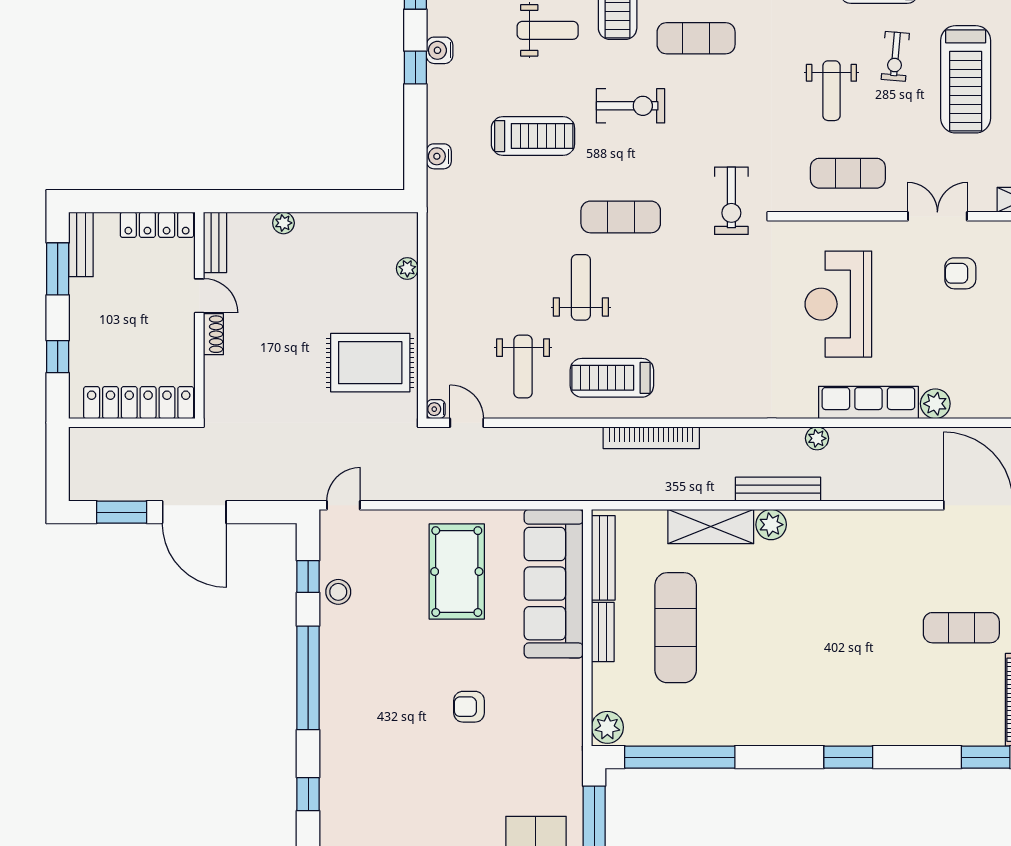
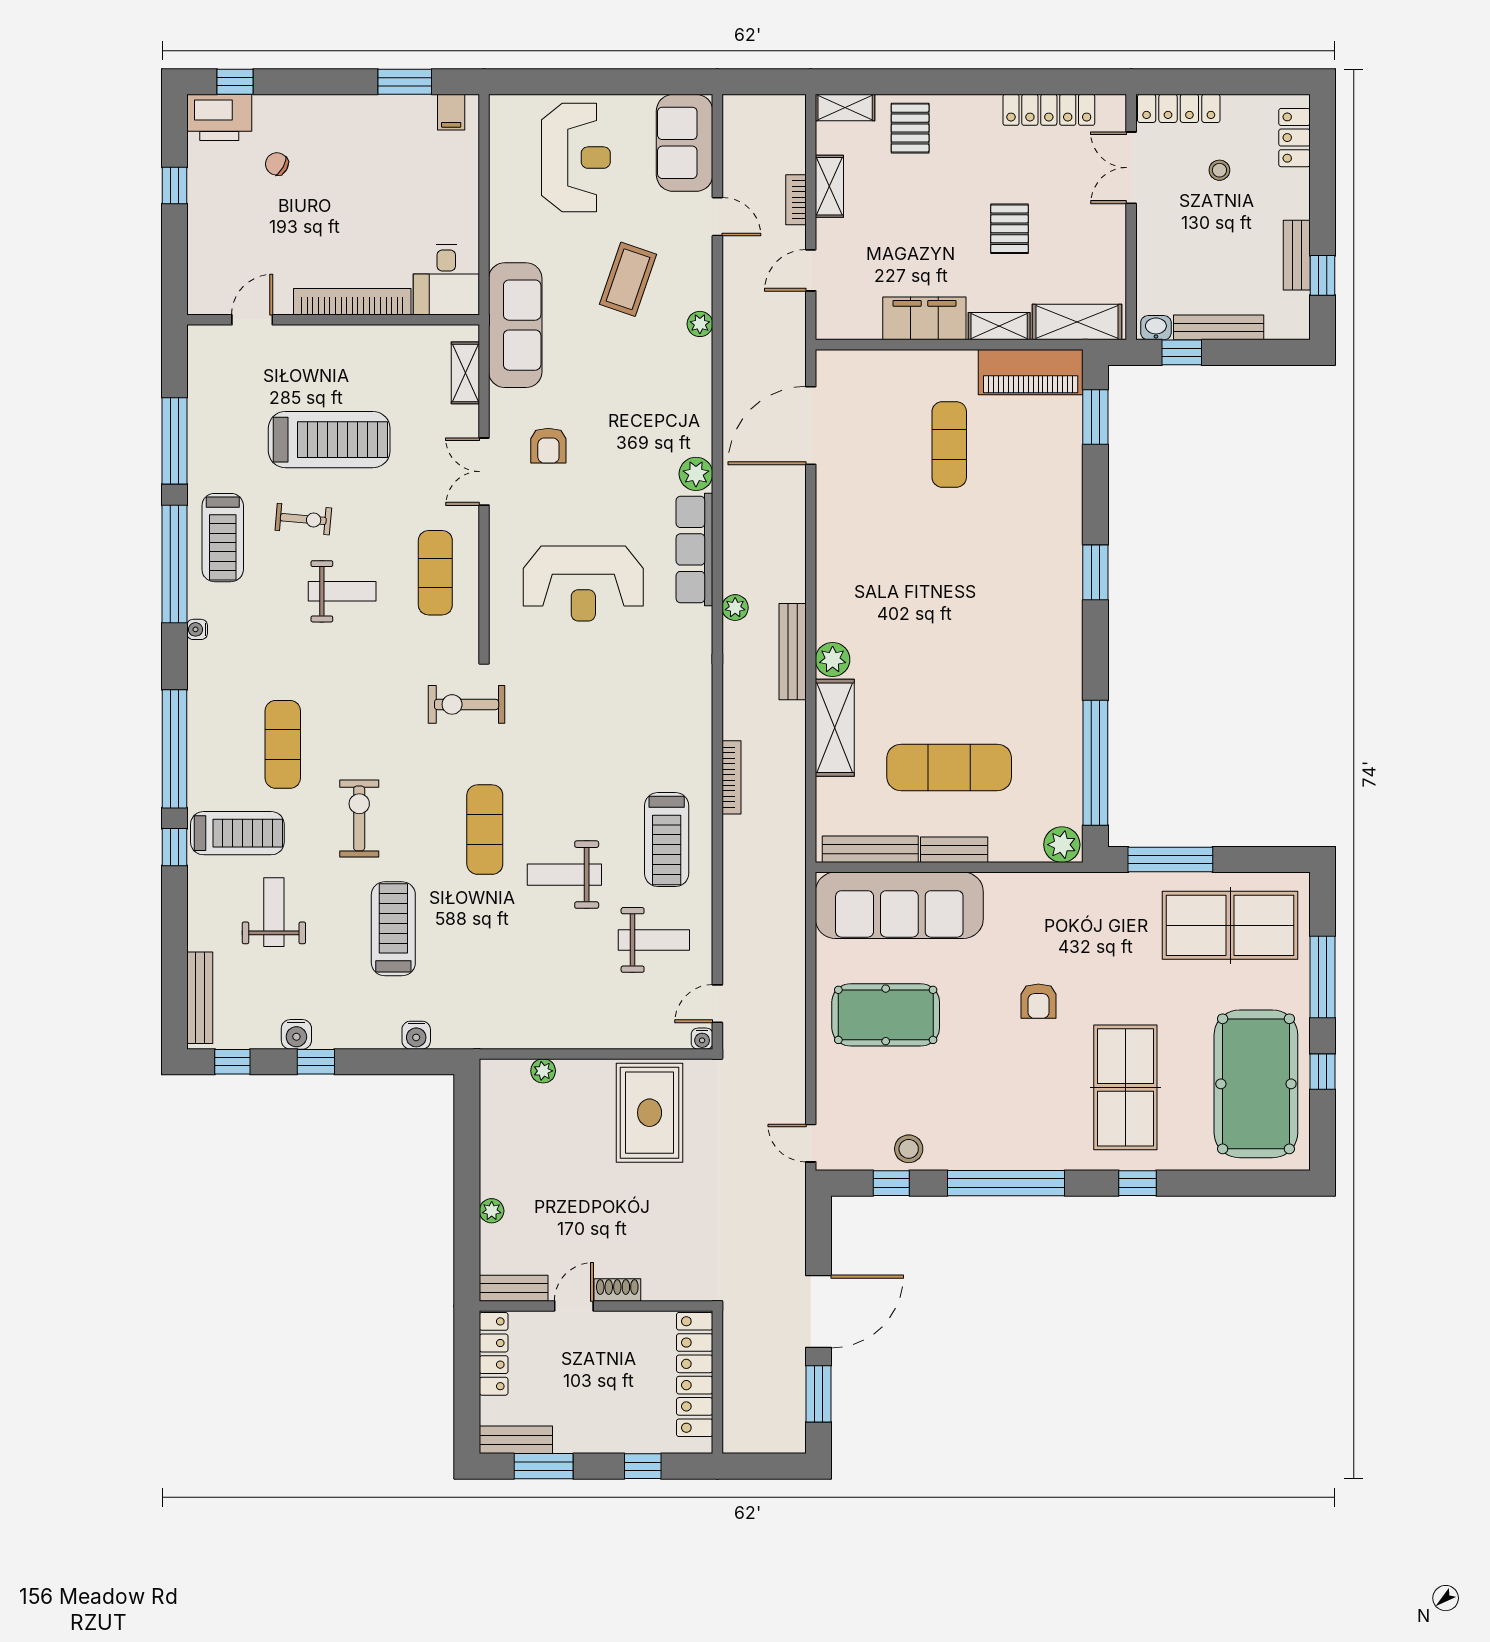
exercise bike: (731, 201) -> (467, 704), turned 180
bookcase: (651, 438) -> (731, 777), width x0.68, depth x0.76
table tennis table: (393, 784) -> (1125, 1087), added

